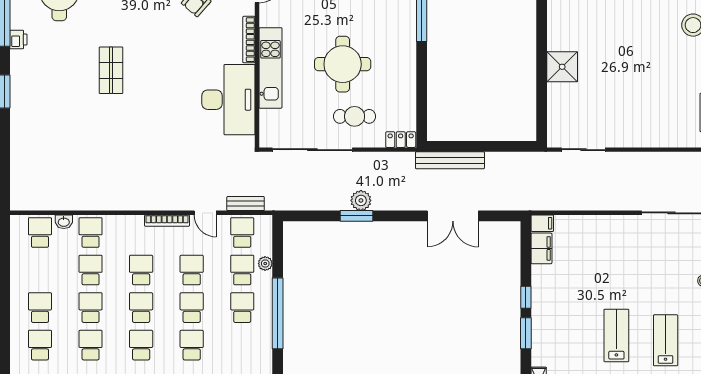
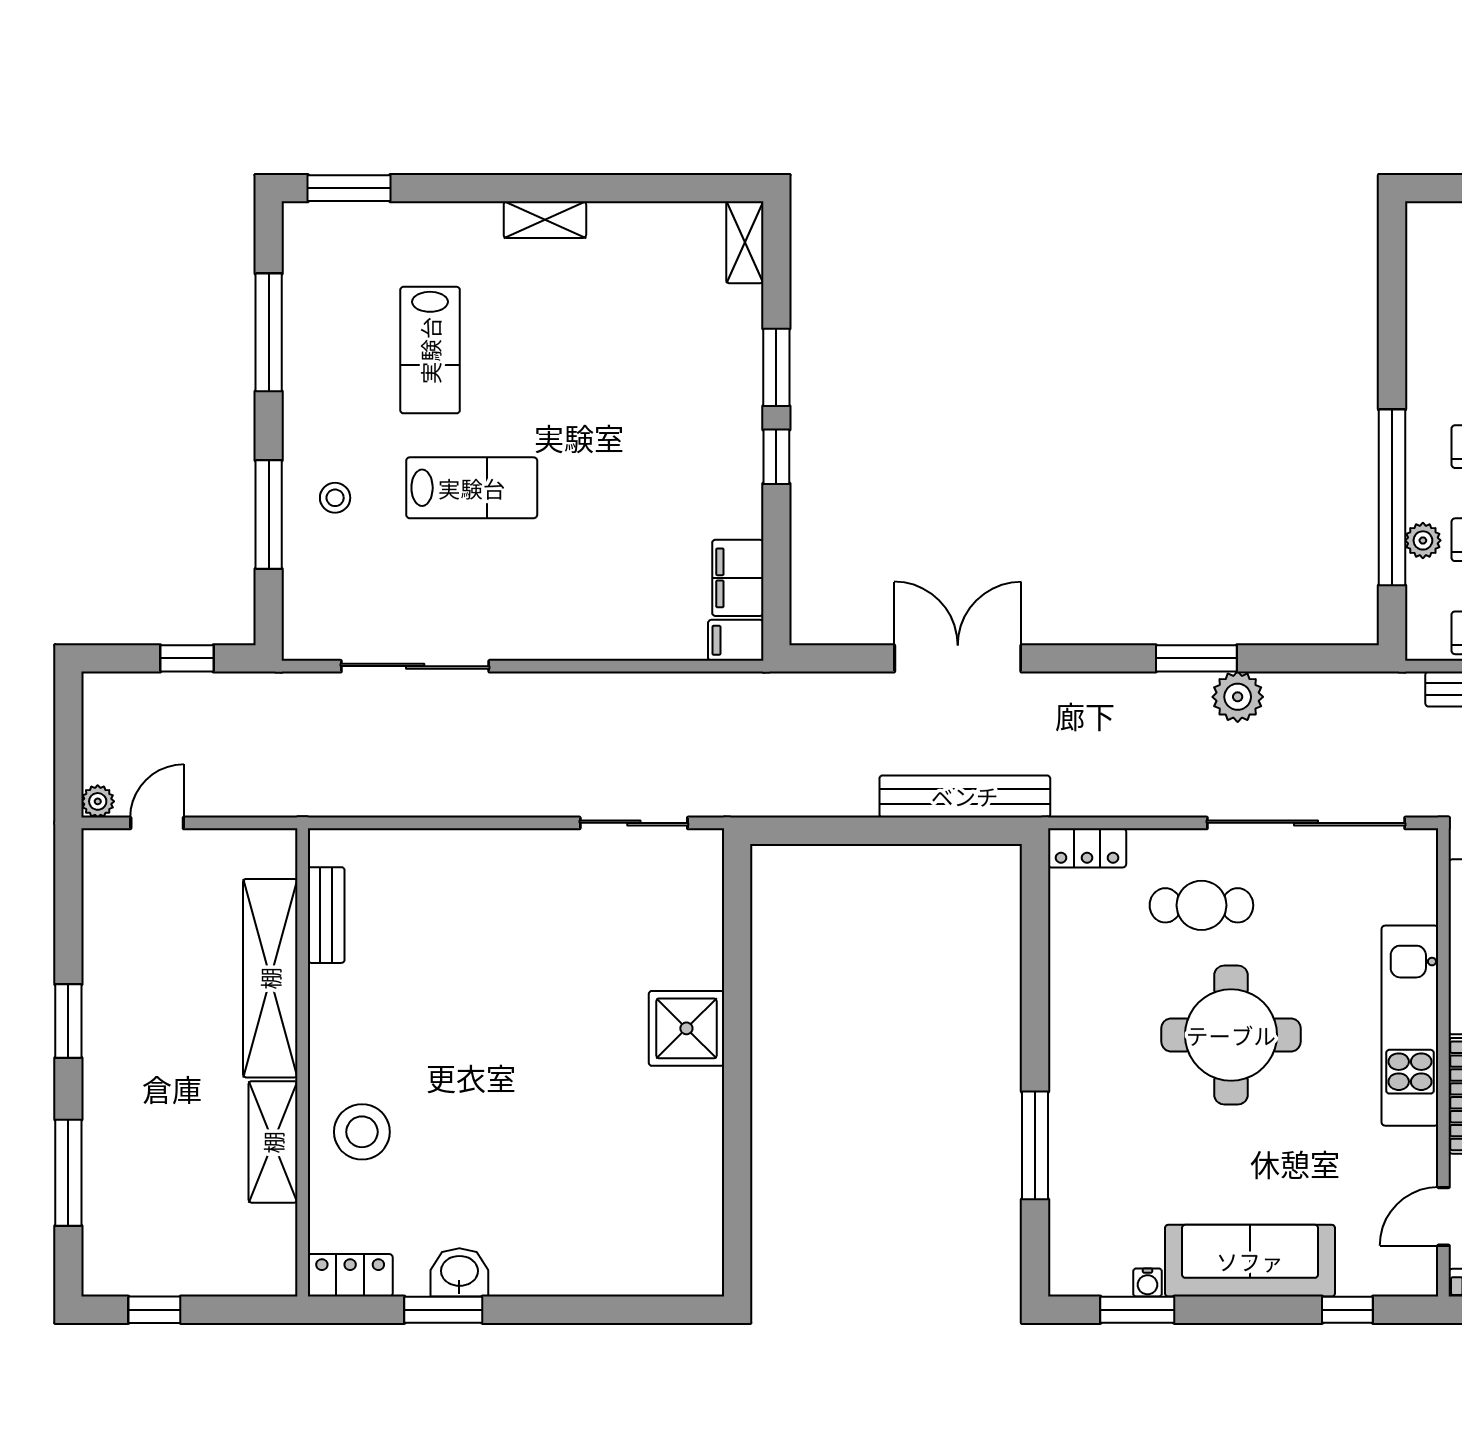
plant: (361, 200) -> (1238, 697), moved
window: (278, 313) -> (1392, 497), moved
lab bench: (616, 335) -> (472, 488), moved, turned -90

